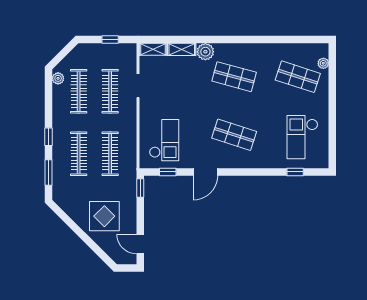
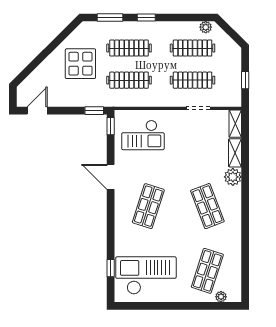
shop shelf: (234, 77) -> (207, 206), turned -36
checkout: (302, 137) -> (146, 275), width x1.36, depth x1.21
window: (168, 172) -> (111, 126), moved
display table: (104, 216) -> (80, 64), moved

